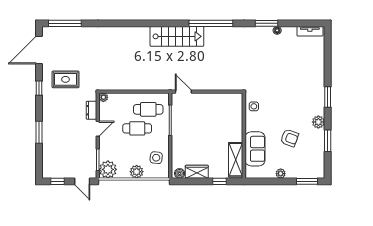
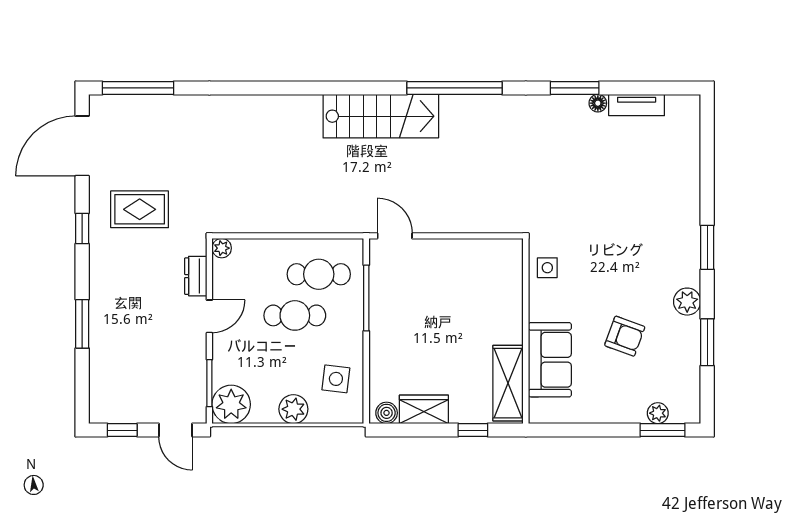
tv unit: (310, 31) -> (637, 105), moved
plant: (281, 174) -> (658, 413), moved

